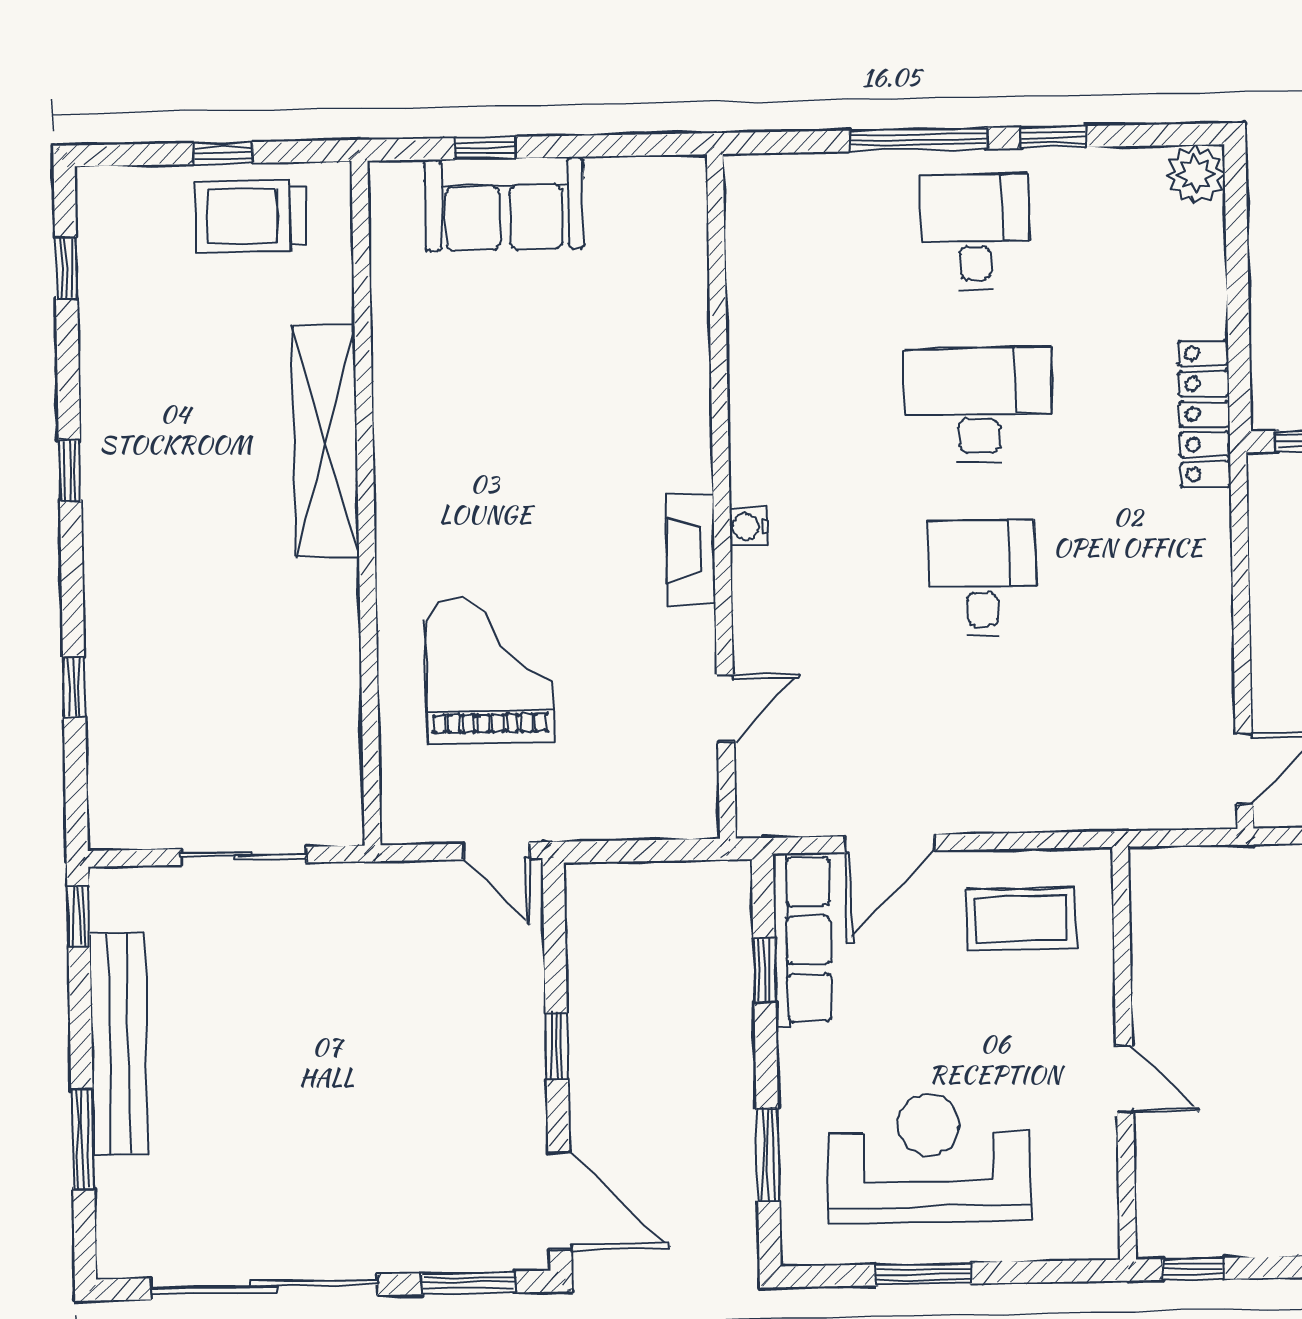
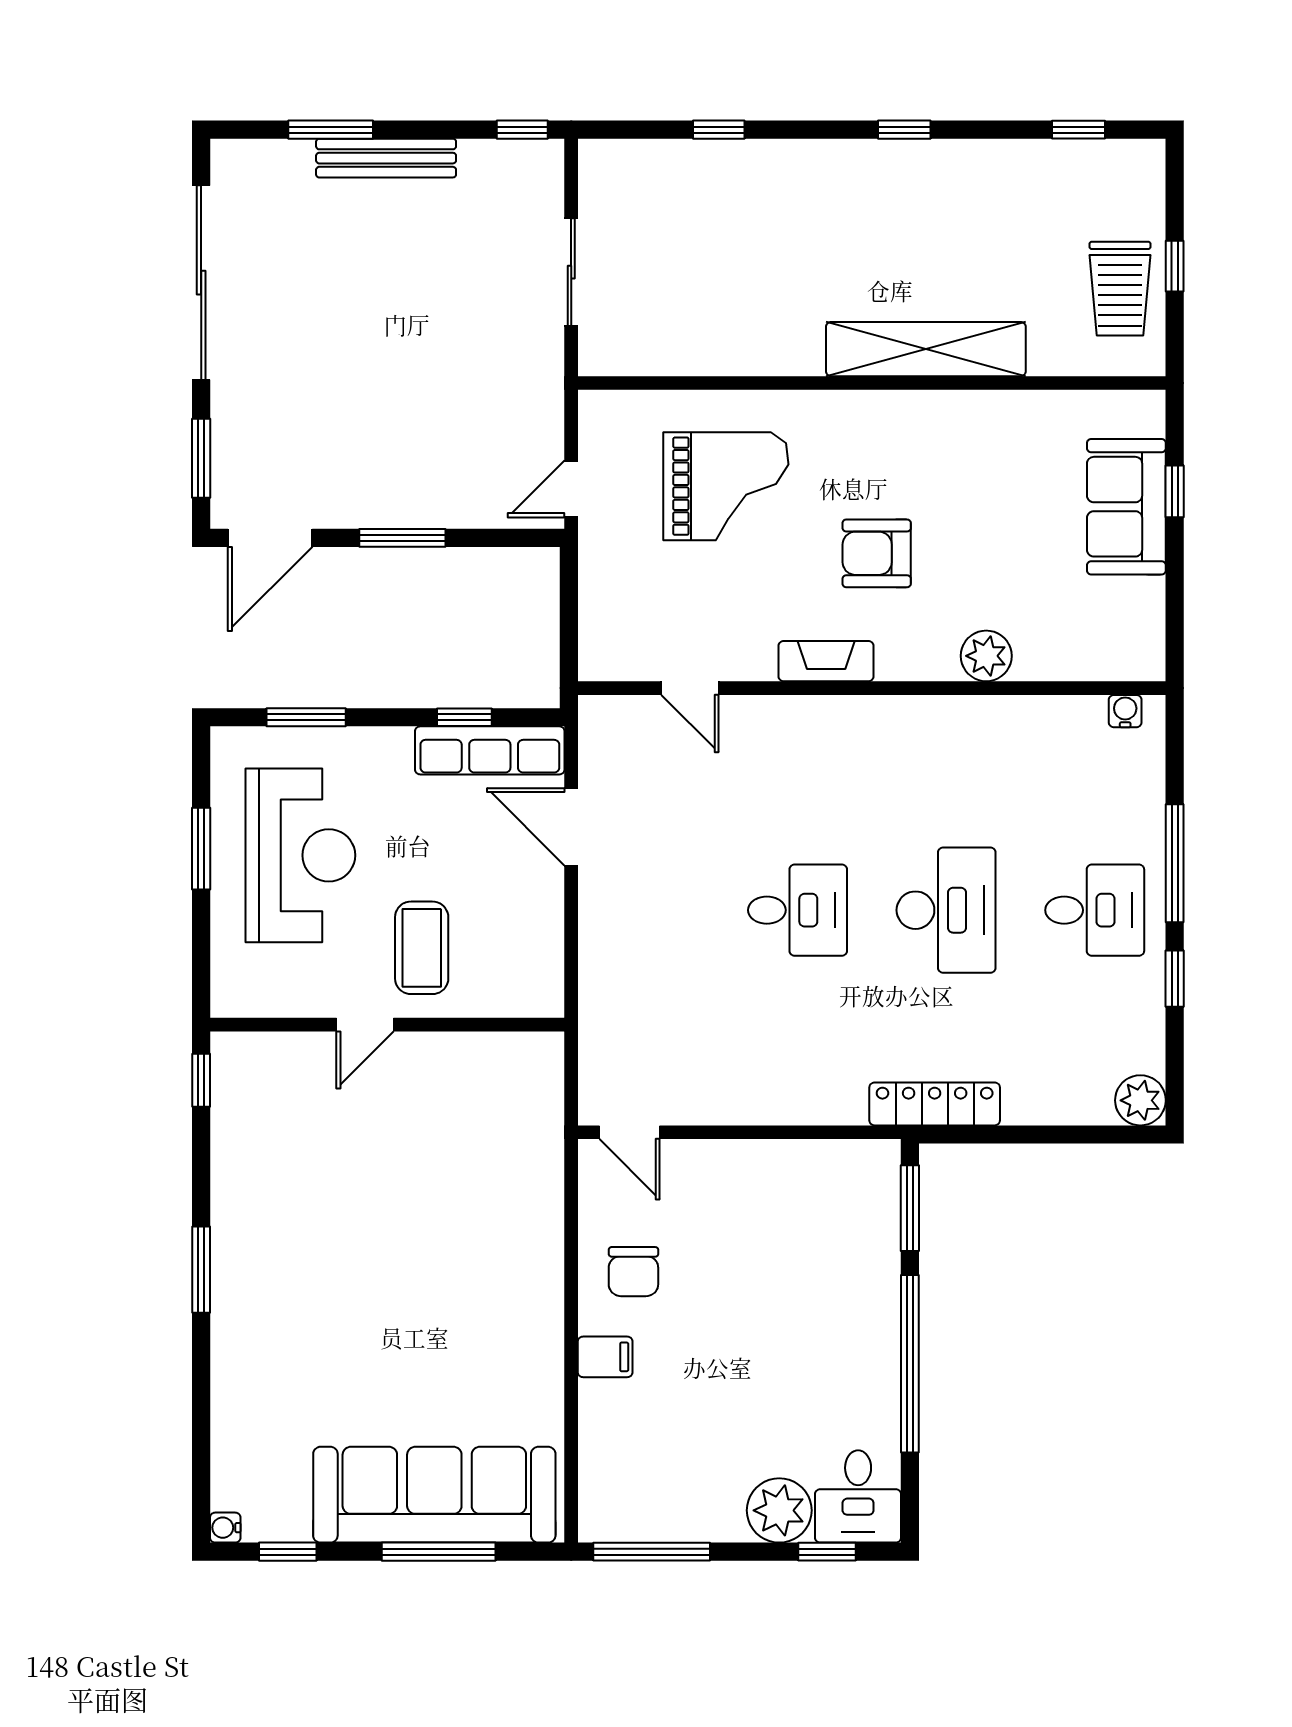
trolley: (251, 216) -> (1120, 289), turned 180
plant: (681, 364) -> (986, 656), added
armchair: (564, 494) -> (877, 553), added
water cooler: (749, 527) -> (1125, 711), moved
coffee table: (1021, 919) -> (422, 948), moved
bench: (119, 1044) -> (386, 158), width x0.73, depth x0.82
window: (557, 1046) -> (402, 538), width x1.50

